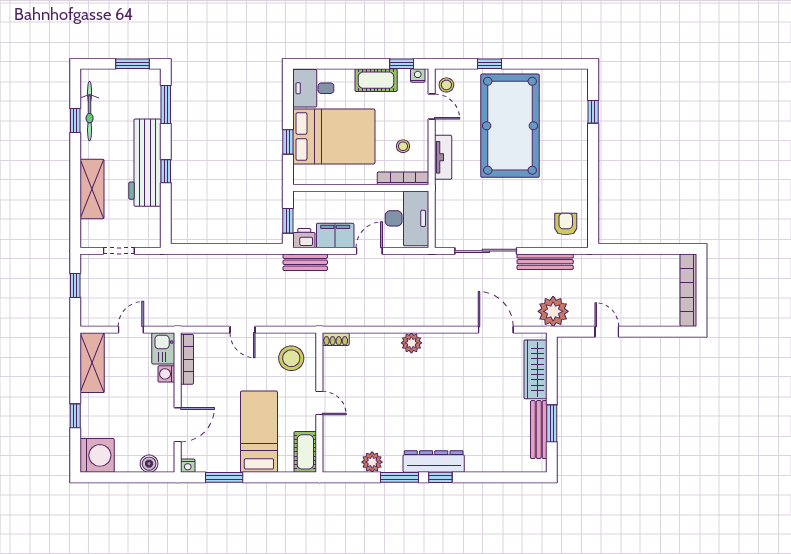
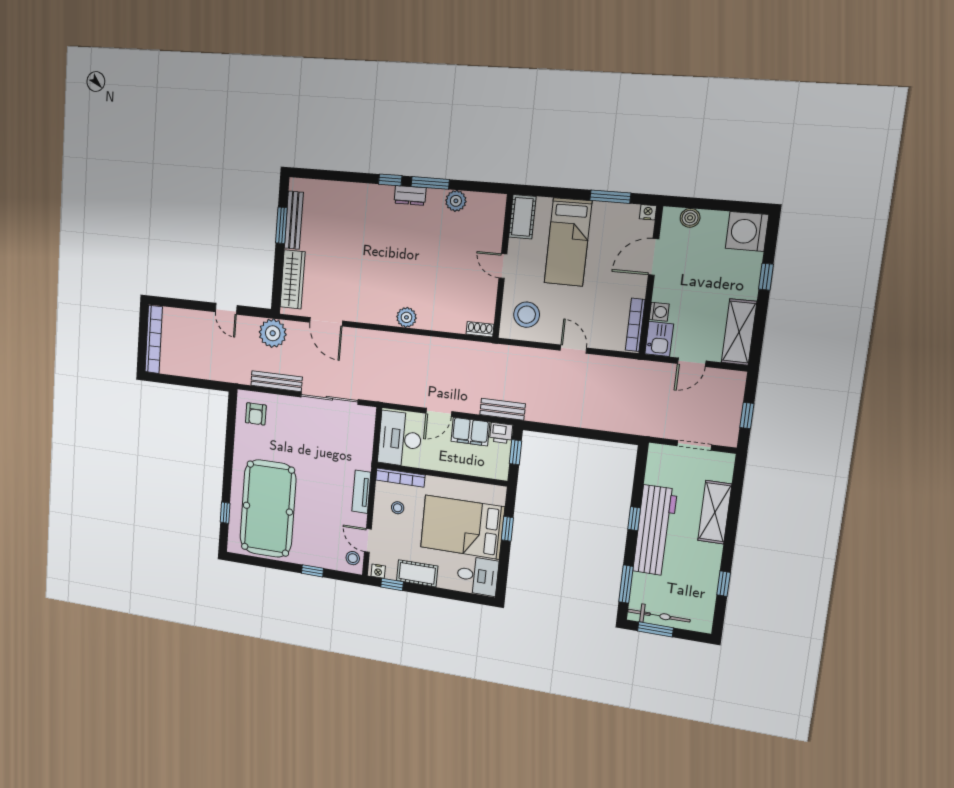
bicycle: (90, 111) -> (659, 616), moved, turned 90
pool table: (510, 126) -> (268, 509), moved
dresser: (434, 462) -> (410, 195), width x0.51, depth x0.80

